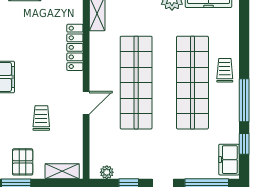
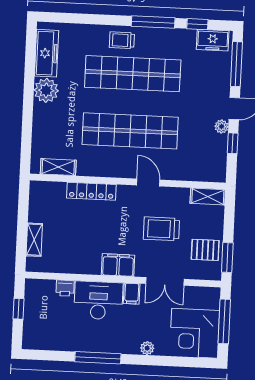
trolley: (41, 118) -> (161, 229), width x1.36, depth x1.39
shelving: (62, 171) -> (208, 196), moved, turned 90
plant: (107, 172) -> (222, 127), moved

